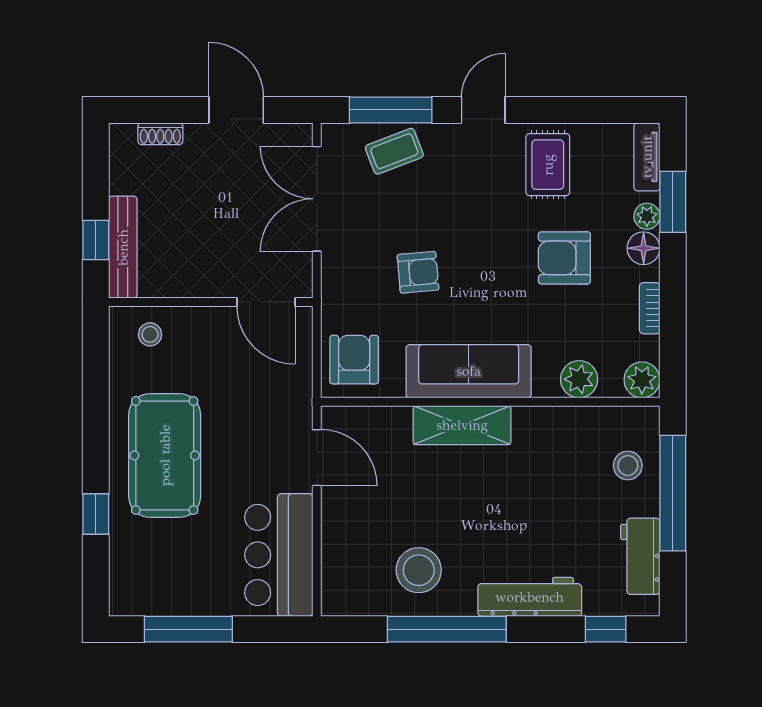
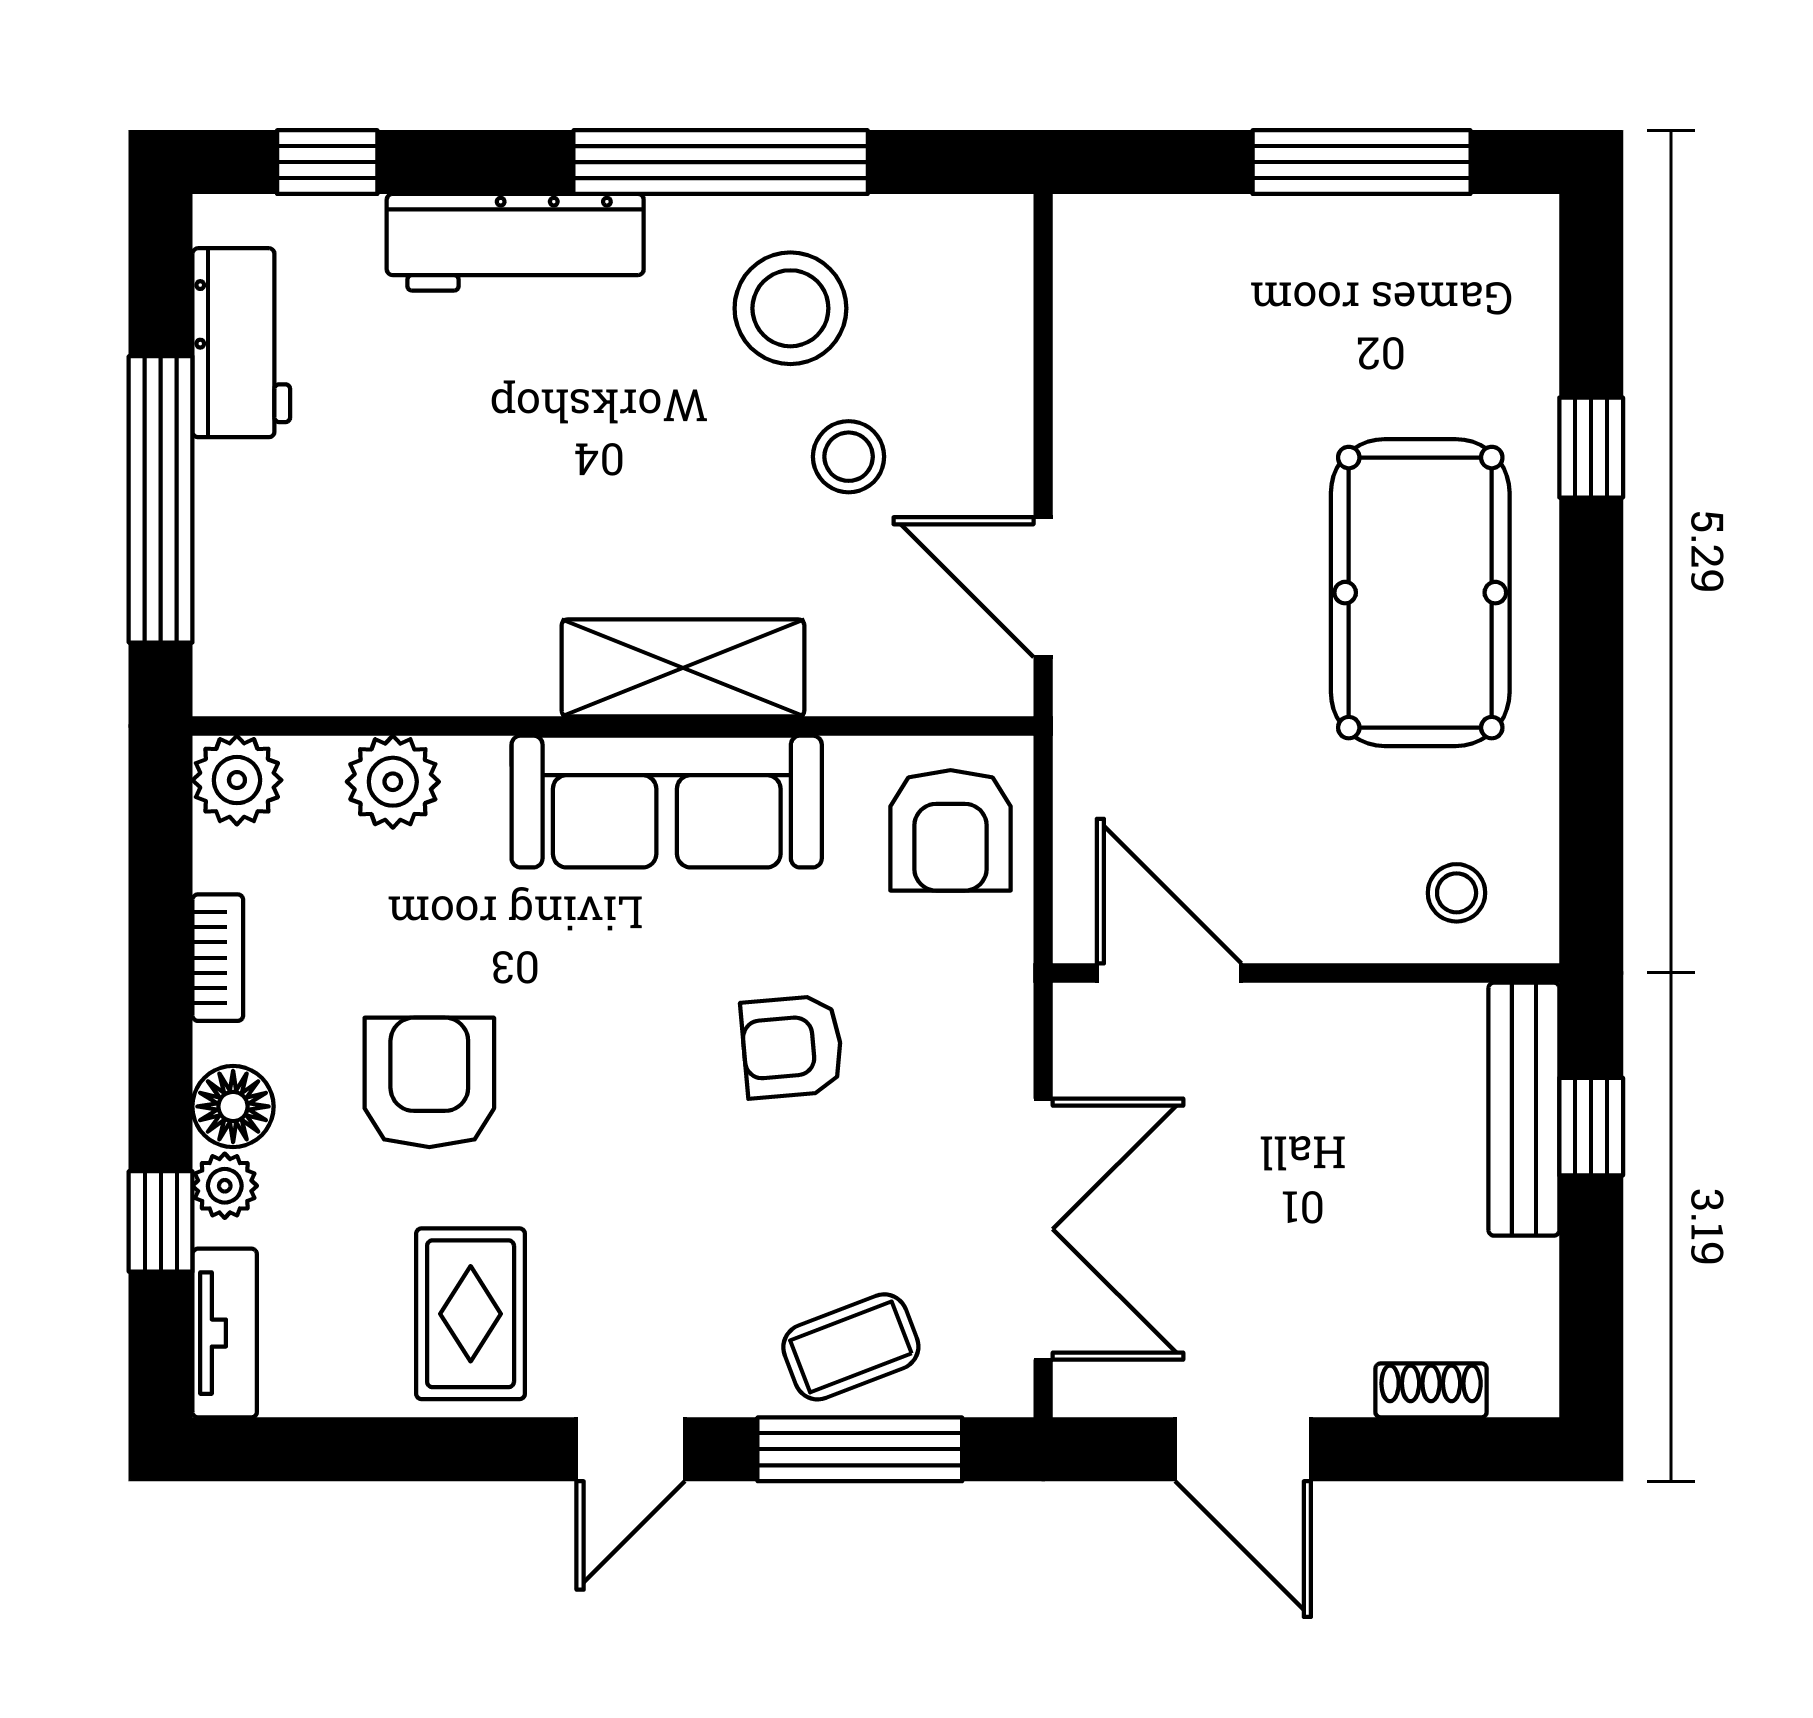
window: (673, 202) -> (161, 1221), width x0.67
armchair: (564, 258) -> (429, 1082), turned -90
stool: (628, 465) -> (849, 457), moved
bar counter: (279, 555) -> (1137, 346), removed

